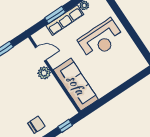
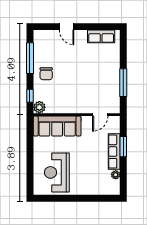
reception desk: (101, 39) -> (57, 172), moved
plant: (44, 73) -> (39, 107), moved

